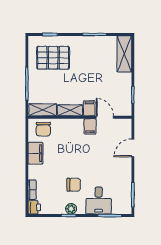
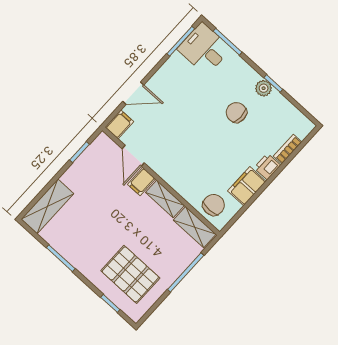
filing cabinet: (90, 126) -> (119, 124), moved
desk: (99, 201) -> (204, 49), moved, turned -90
printer: (34, 207) -> (267, 167), moved

